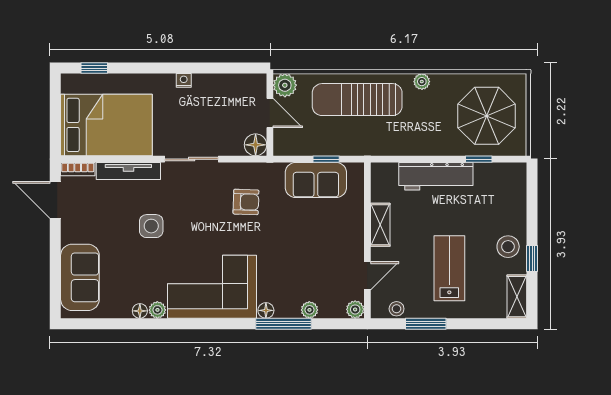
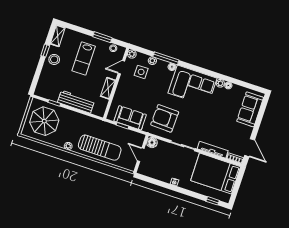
plant: (285, 85) -> (130, 165), removed
armchair: (246, 202) -> (165, 118), width x1.88, depth x1.88
side table: (151, 226) -> (141, 72), moved

